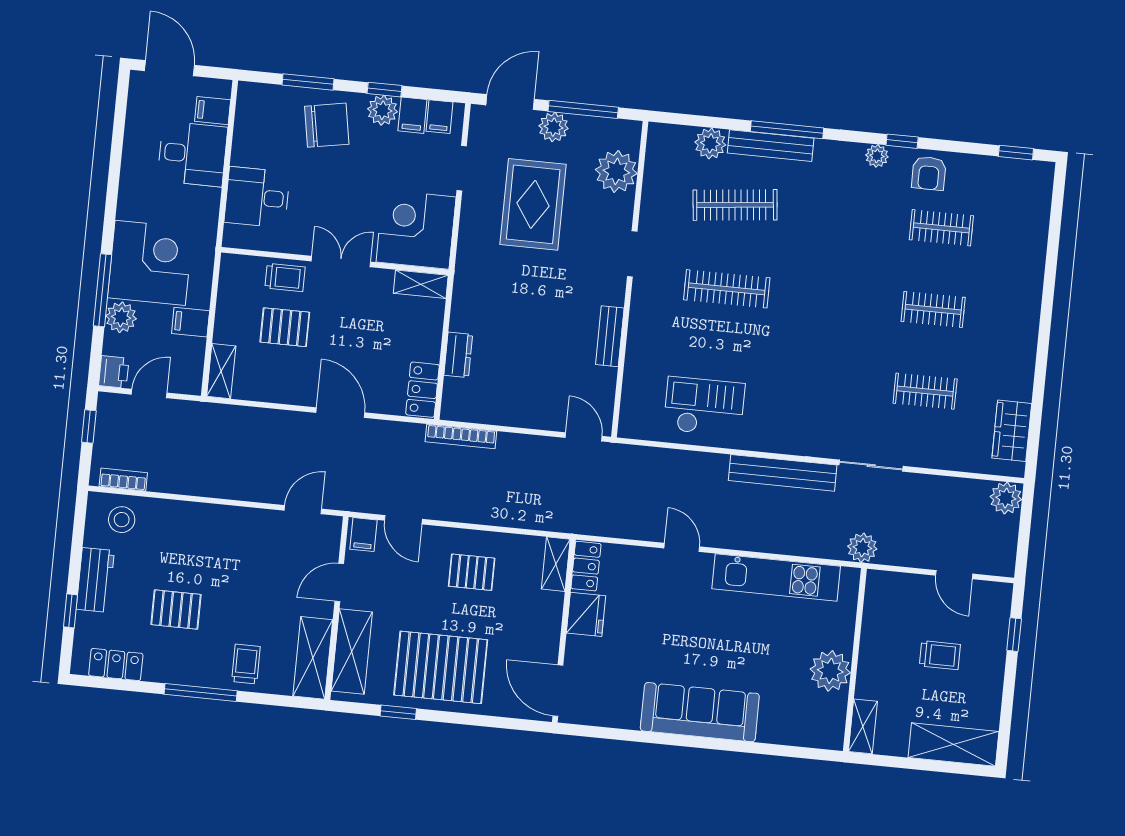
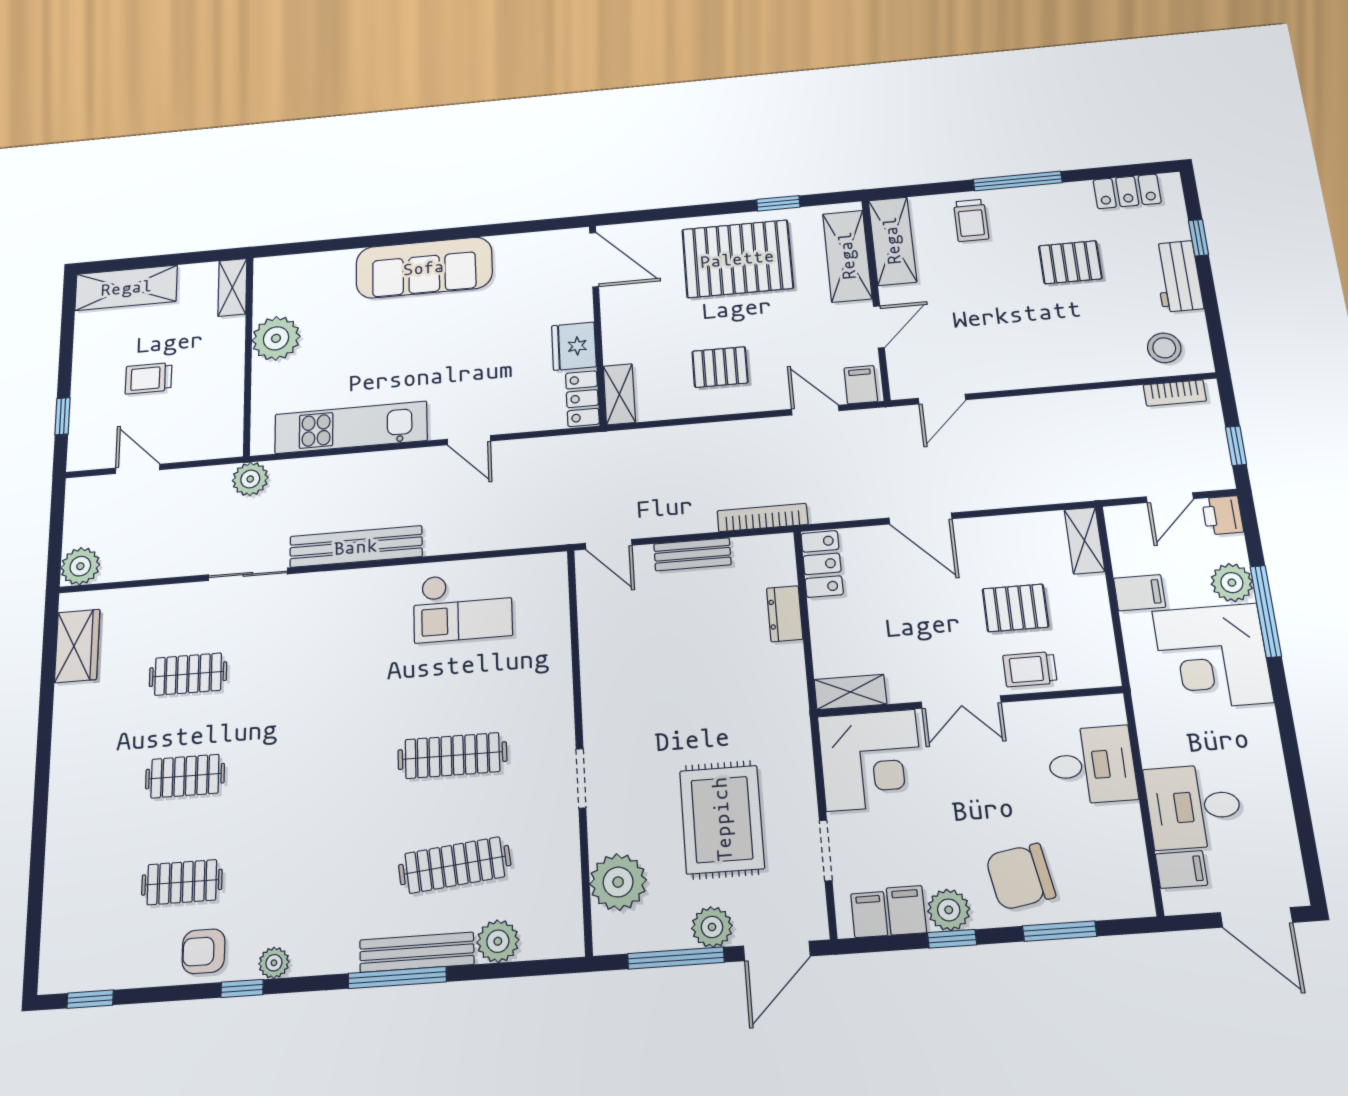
armchair: (929, 173) -> (203, 951), turned -90
bench: (610, 336) -> (692, 554), moved, turned 90

